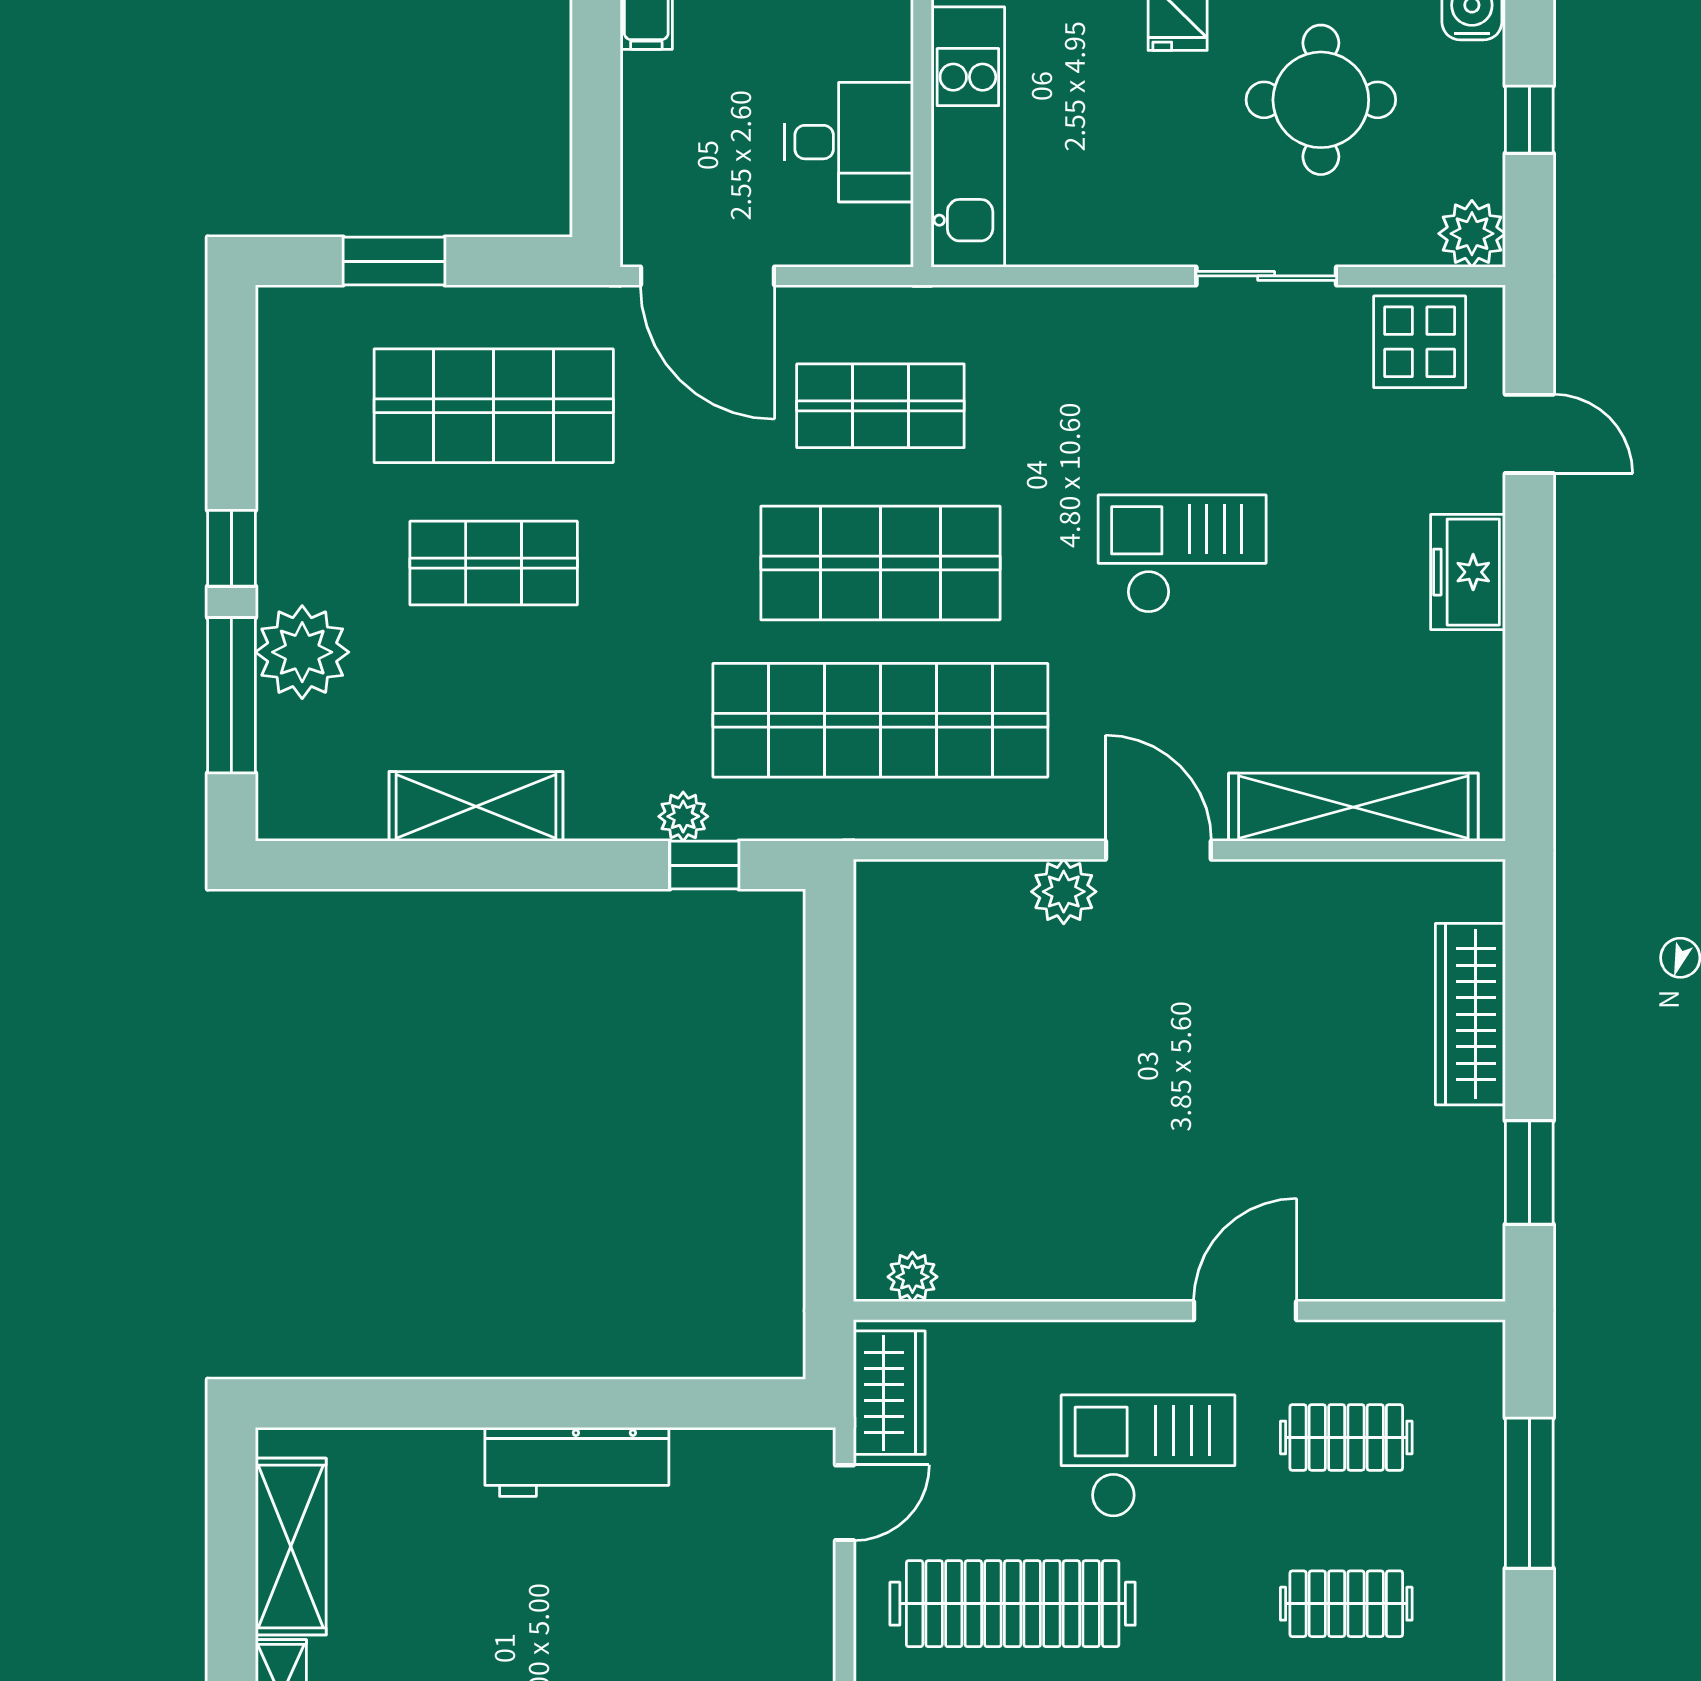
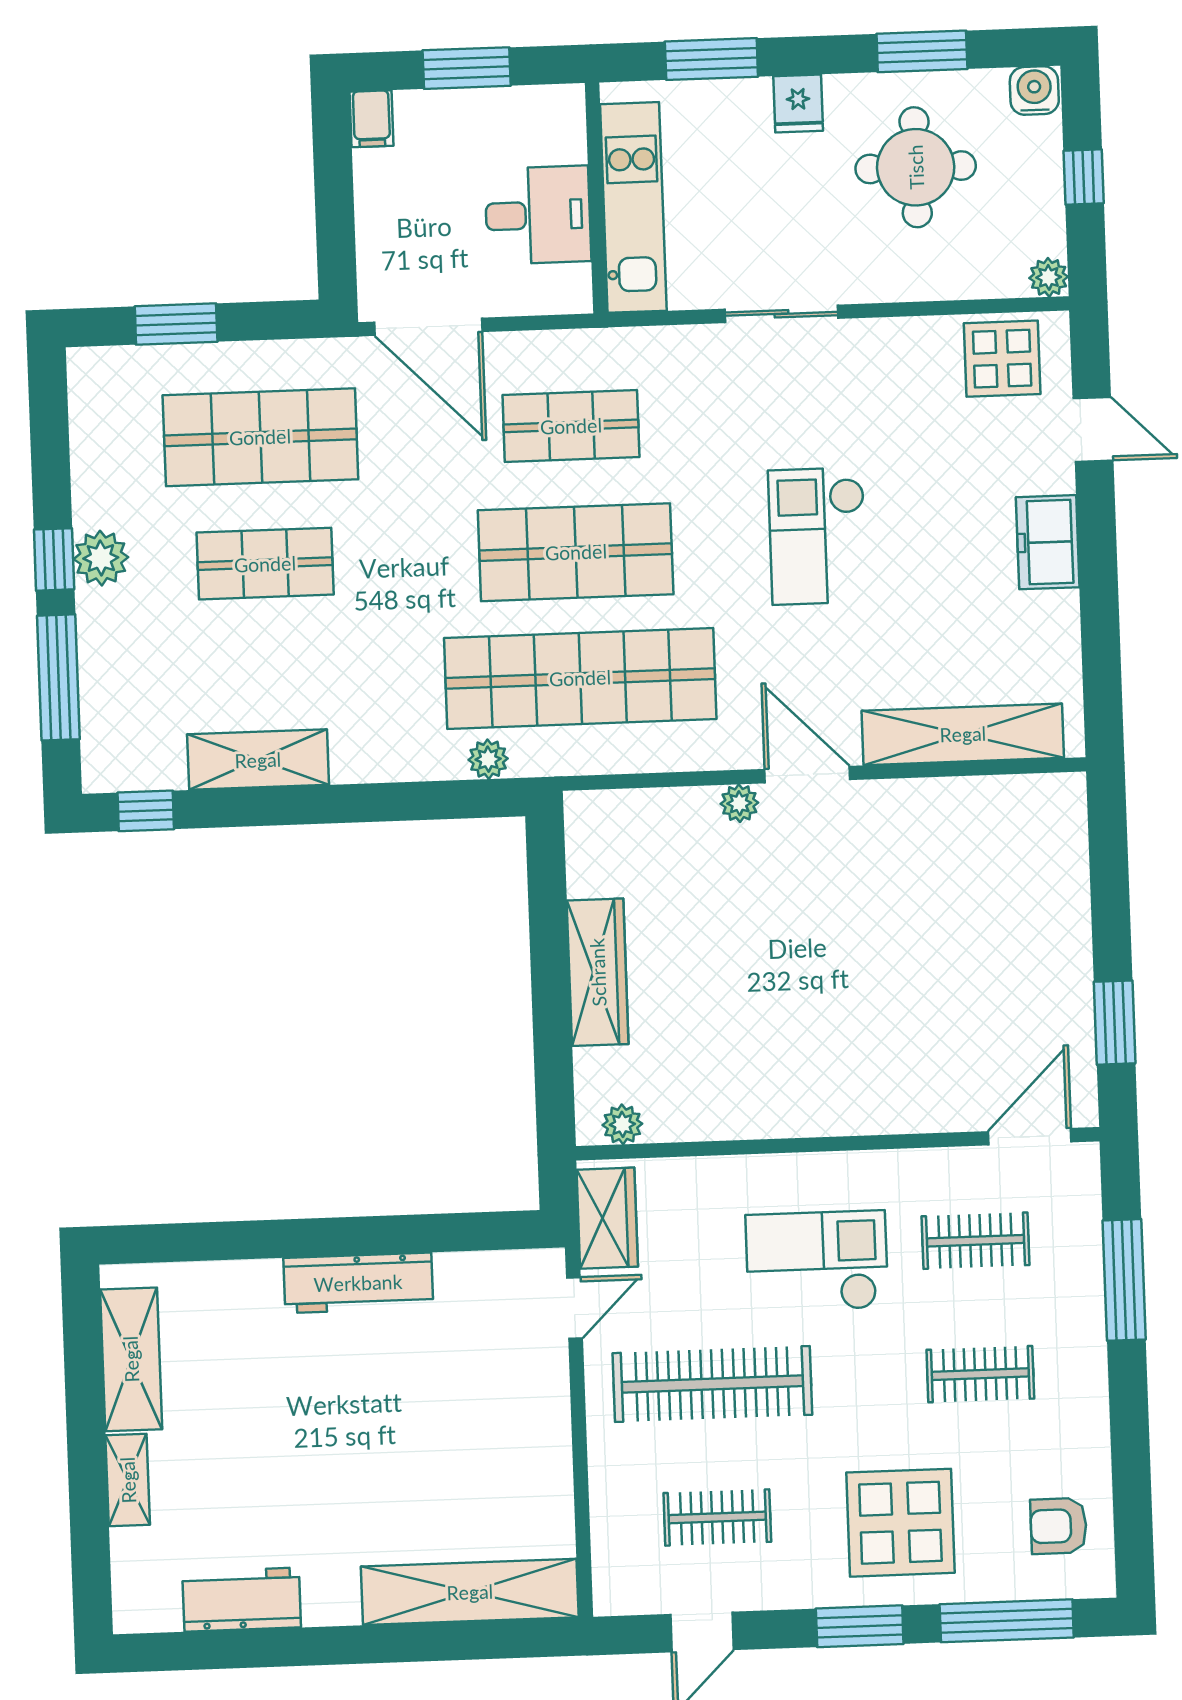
plant: (1472, 234) -> (1049, 277), width x0.73, depth x0.73
sliding door: (1266, 276) -> (781, 314), moved
checkout: (1182, 554) -> (818, 536), turned -90
plant: (302, 652) -> (101, 558), moved, width x0.73, depth x0.73
plant: (683, 816) -> (488, 759), moved
window: (704, 865) -> (146, 811), moved
plant: (1064, 892) -> (739, 803), width x0.73, depth x0.73
wardrobe: (1470, 1014) -> (598, 972), moved, turned 180
door: (1245, 1311) -> (1030, 1137), moved

